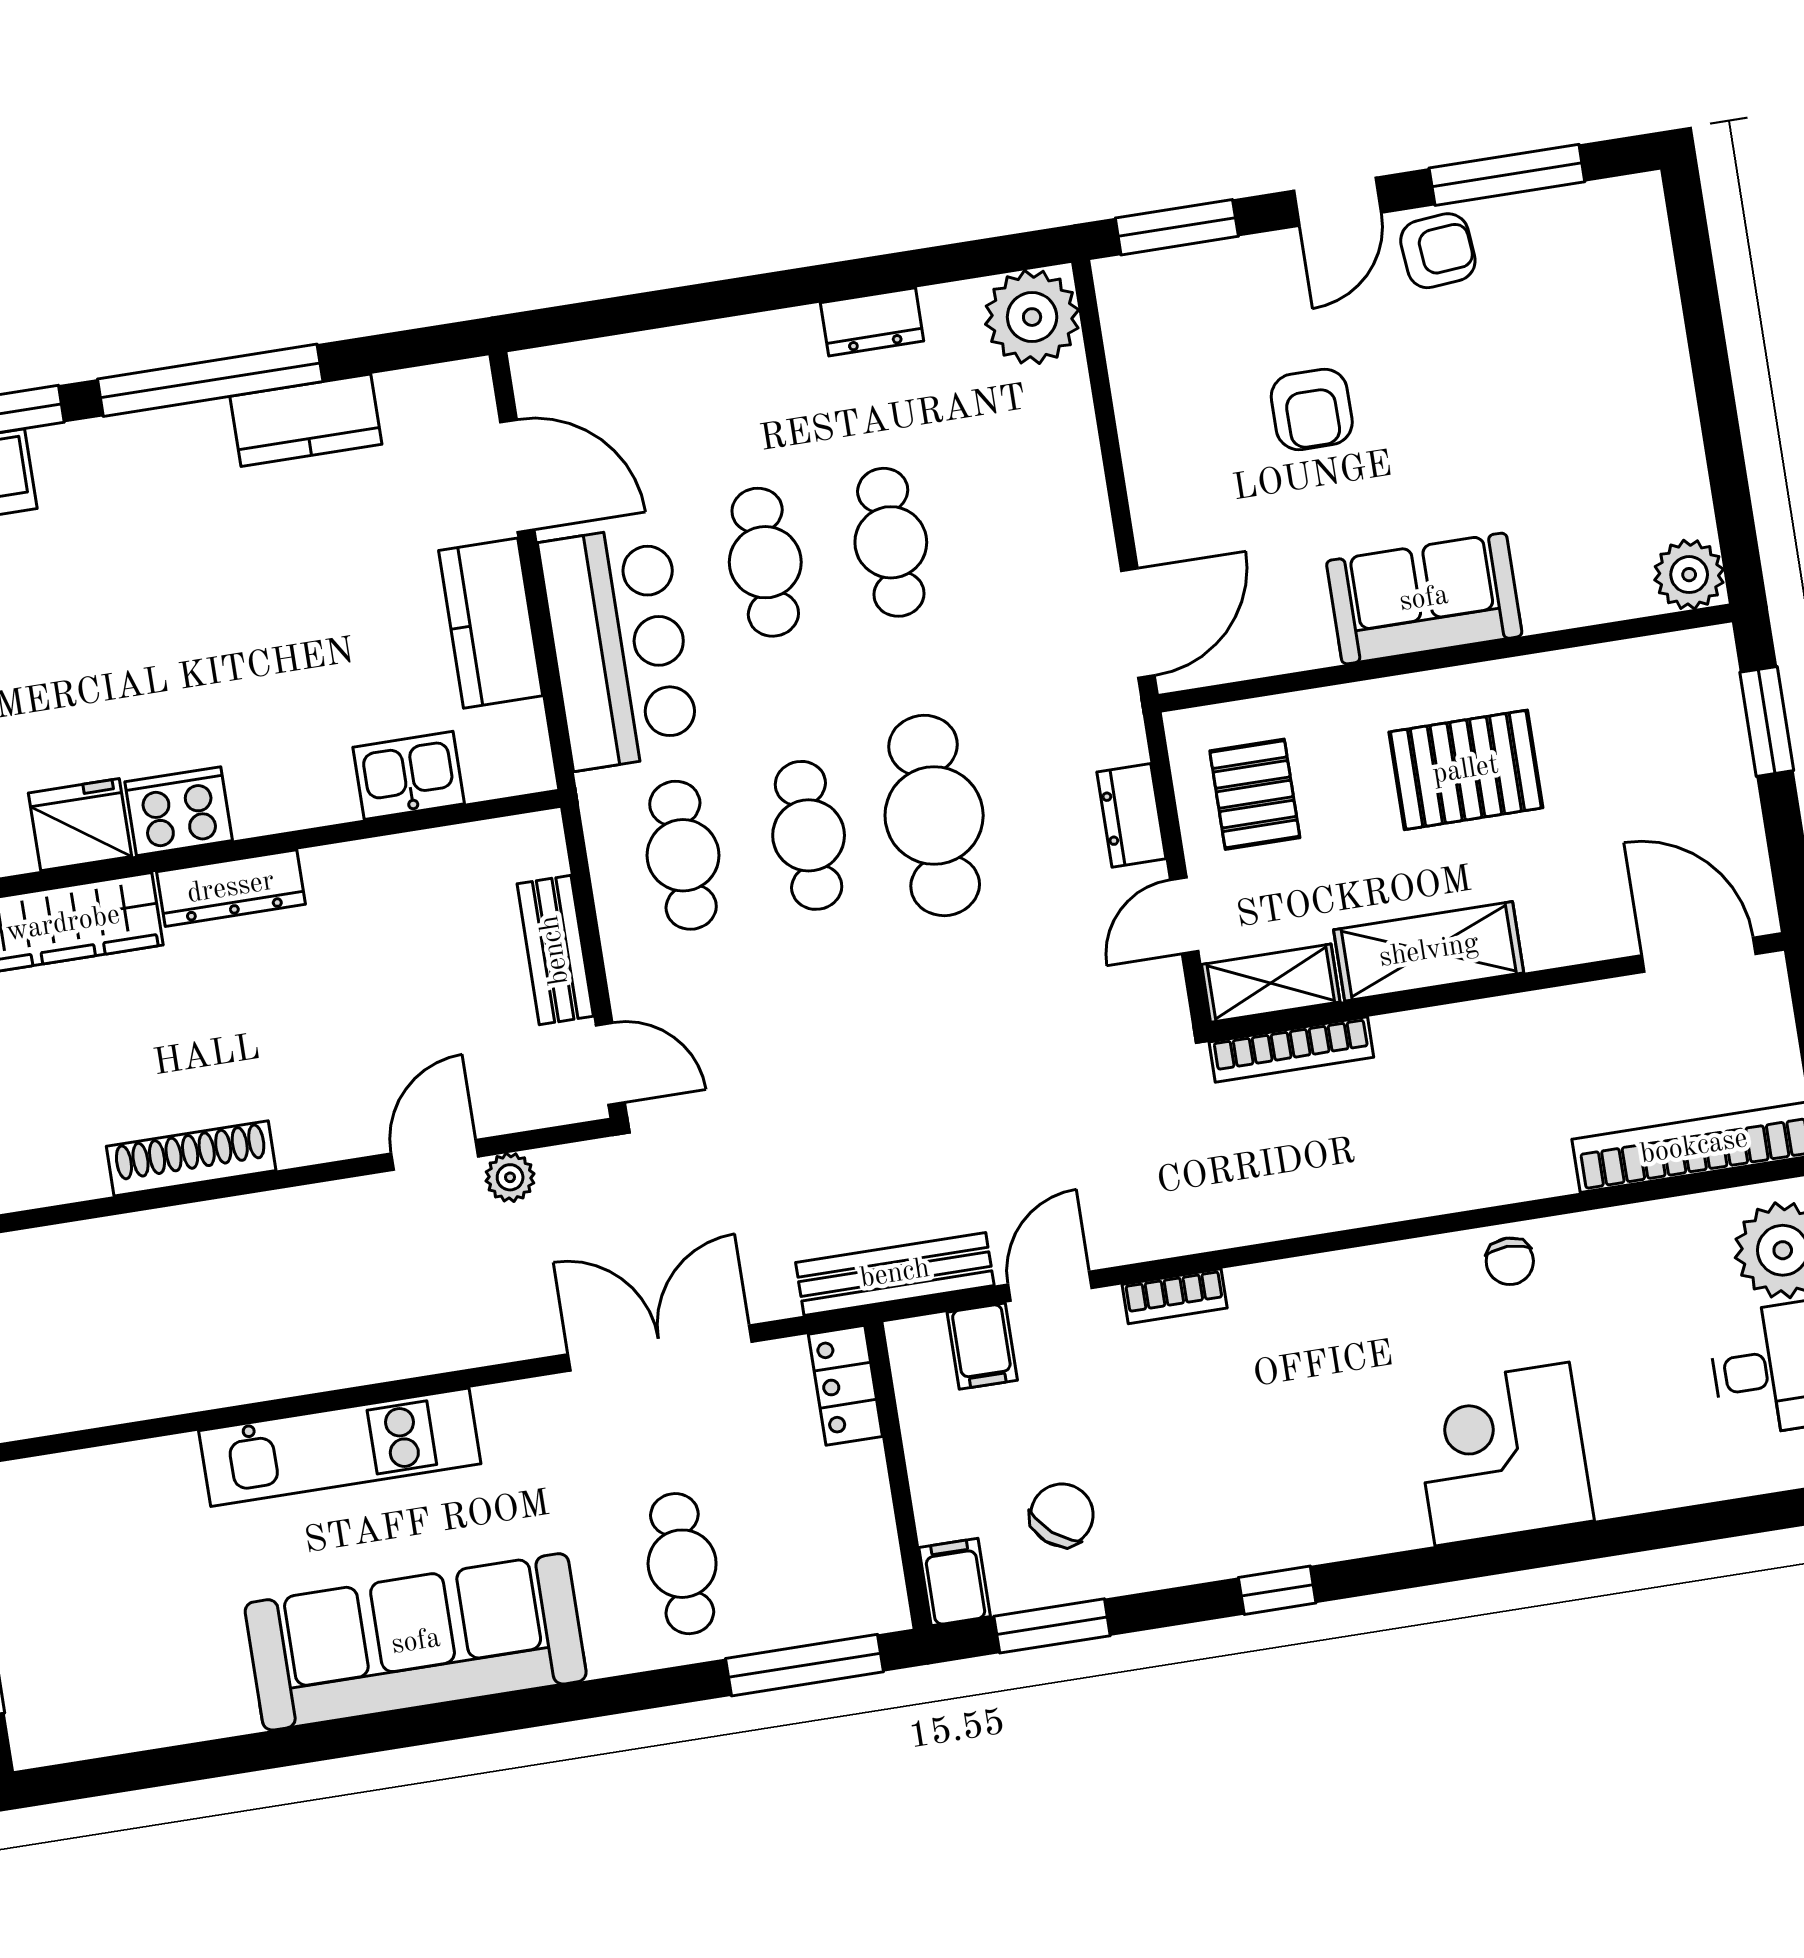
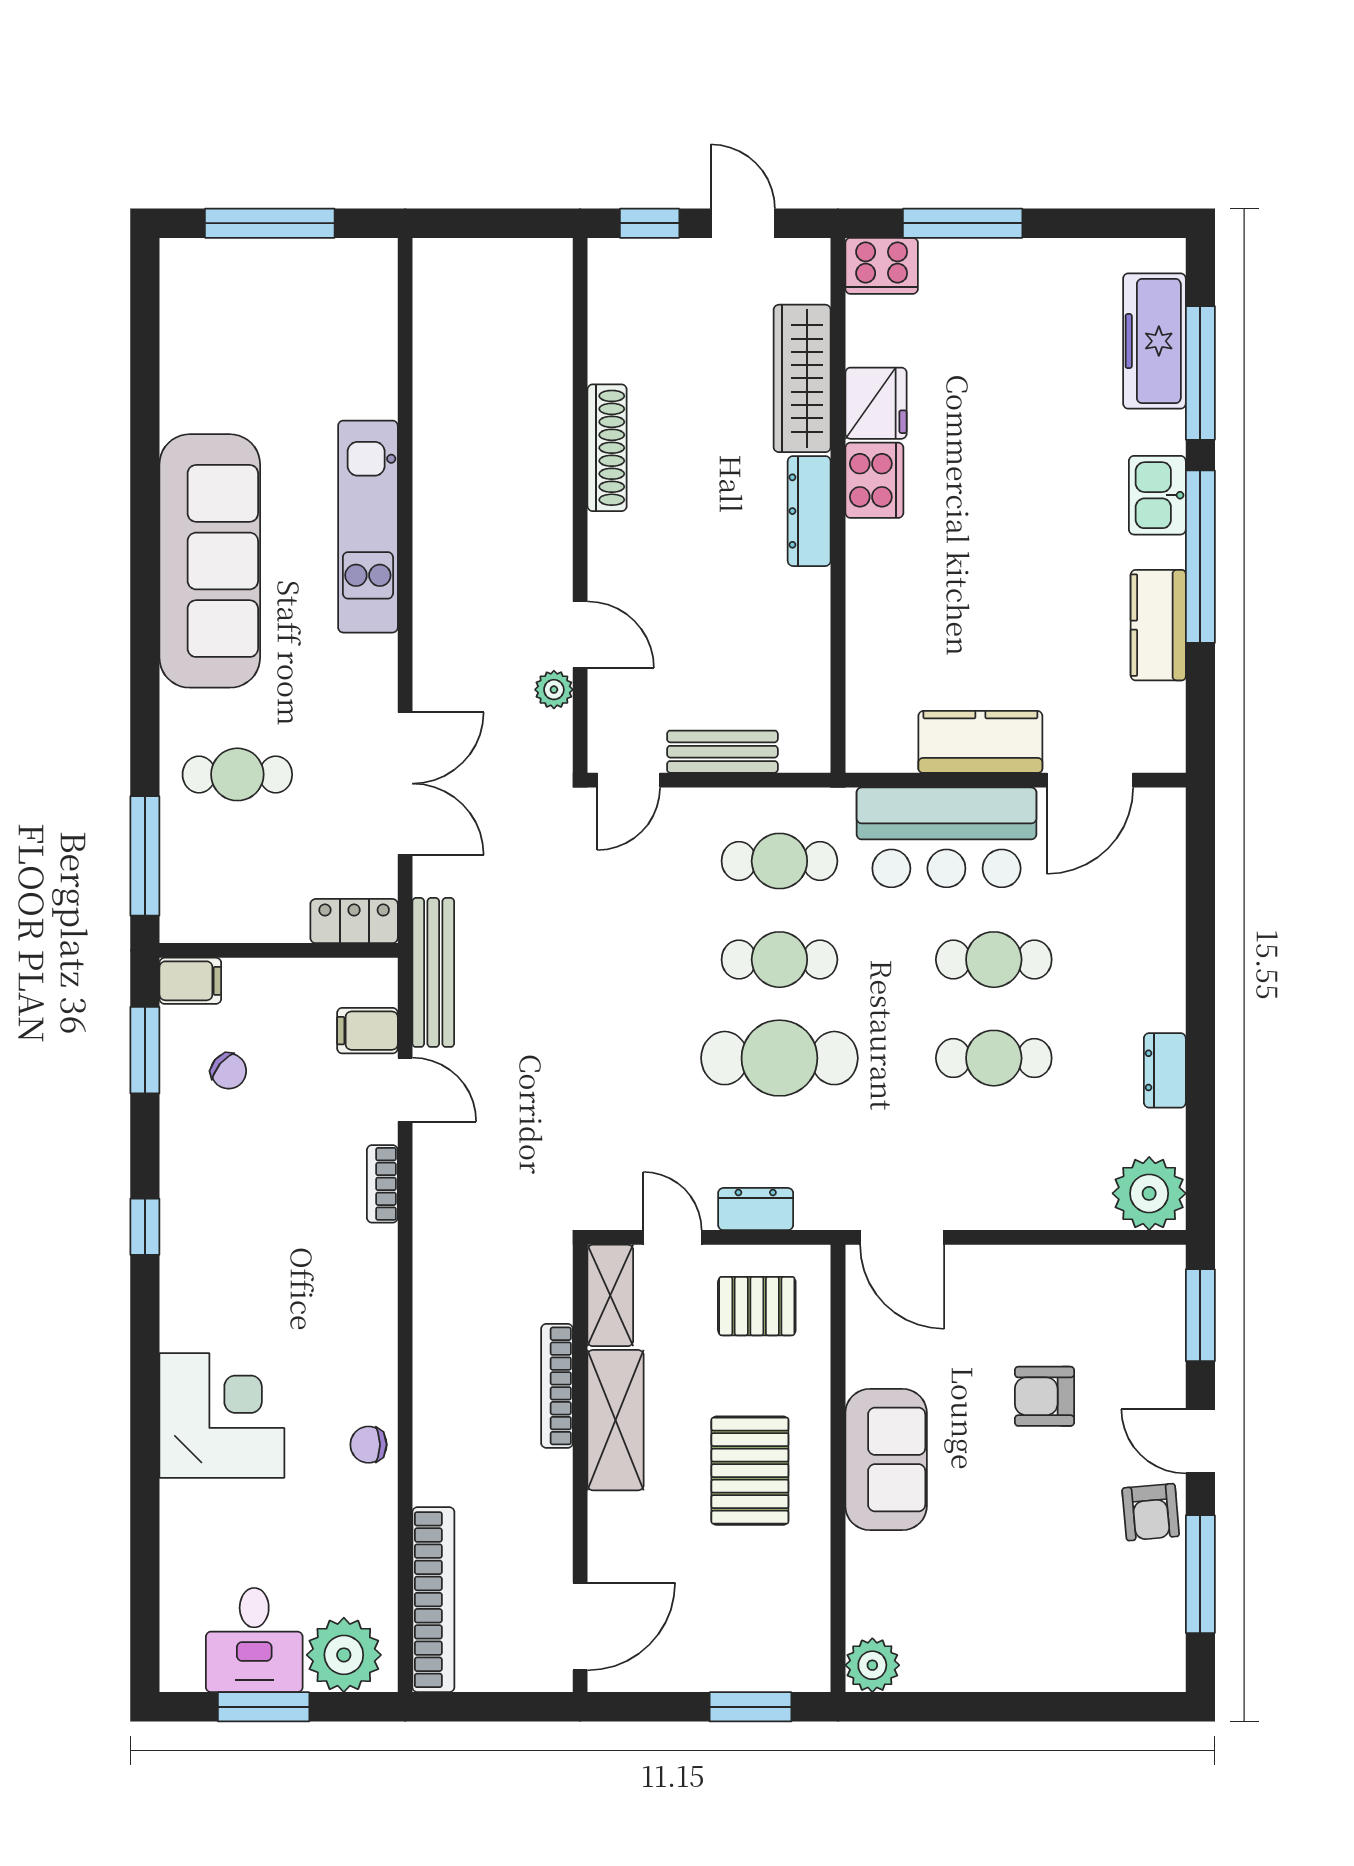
kitchen sink: (409, 775) -> (1157, 495), moved, turned 180
bookcase: (1291, 1050) -> (557, 1386), moved
chair: (1062, 1515) -> (229, 1071), width x0.73, depth x0.73

